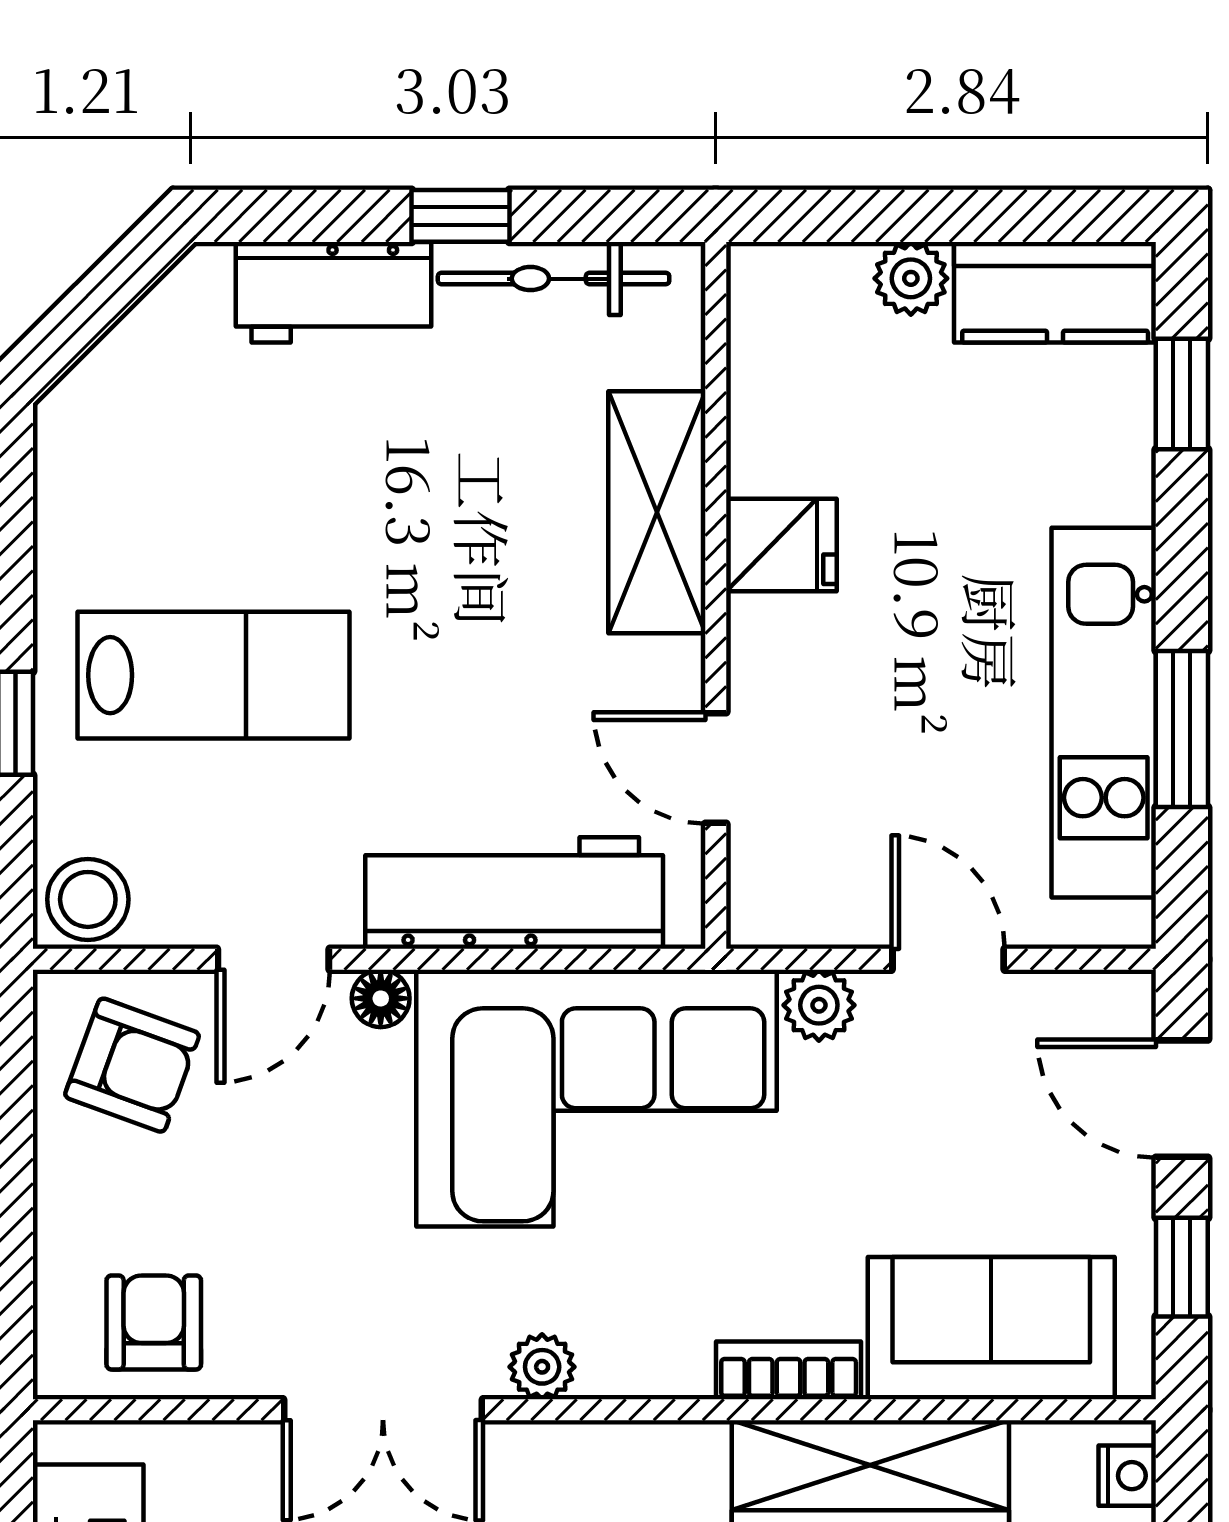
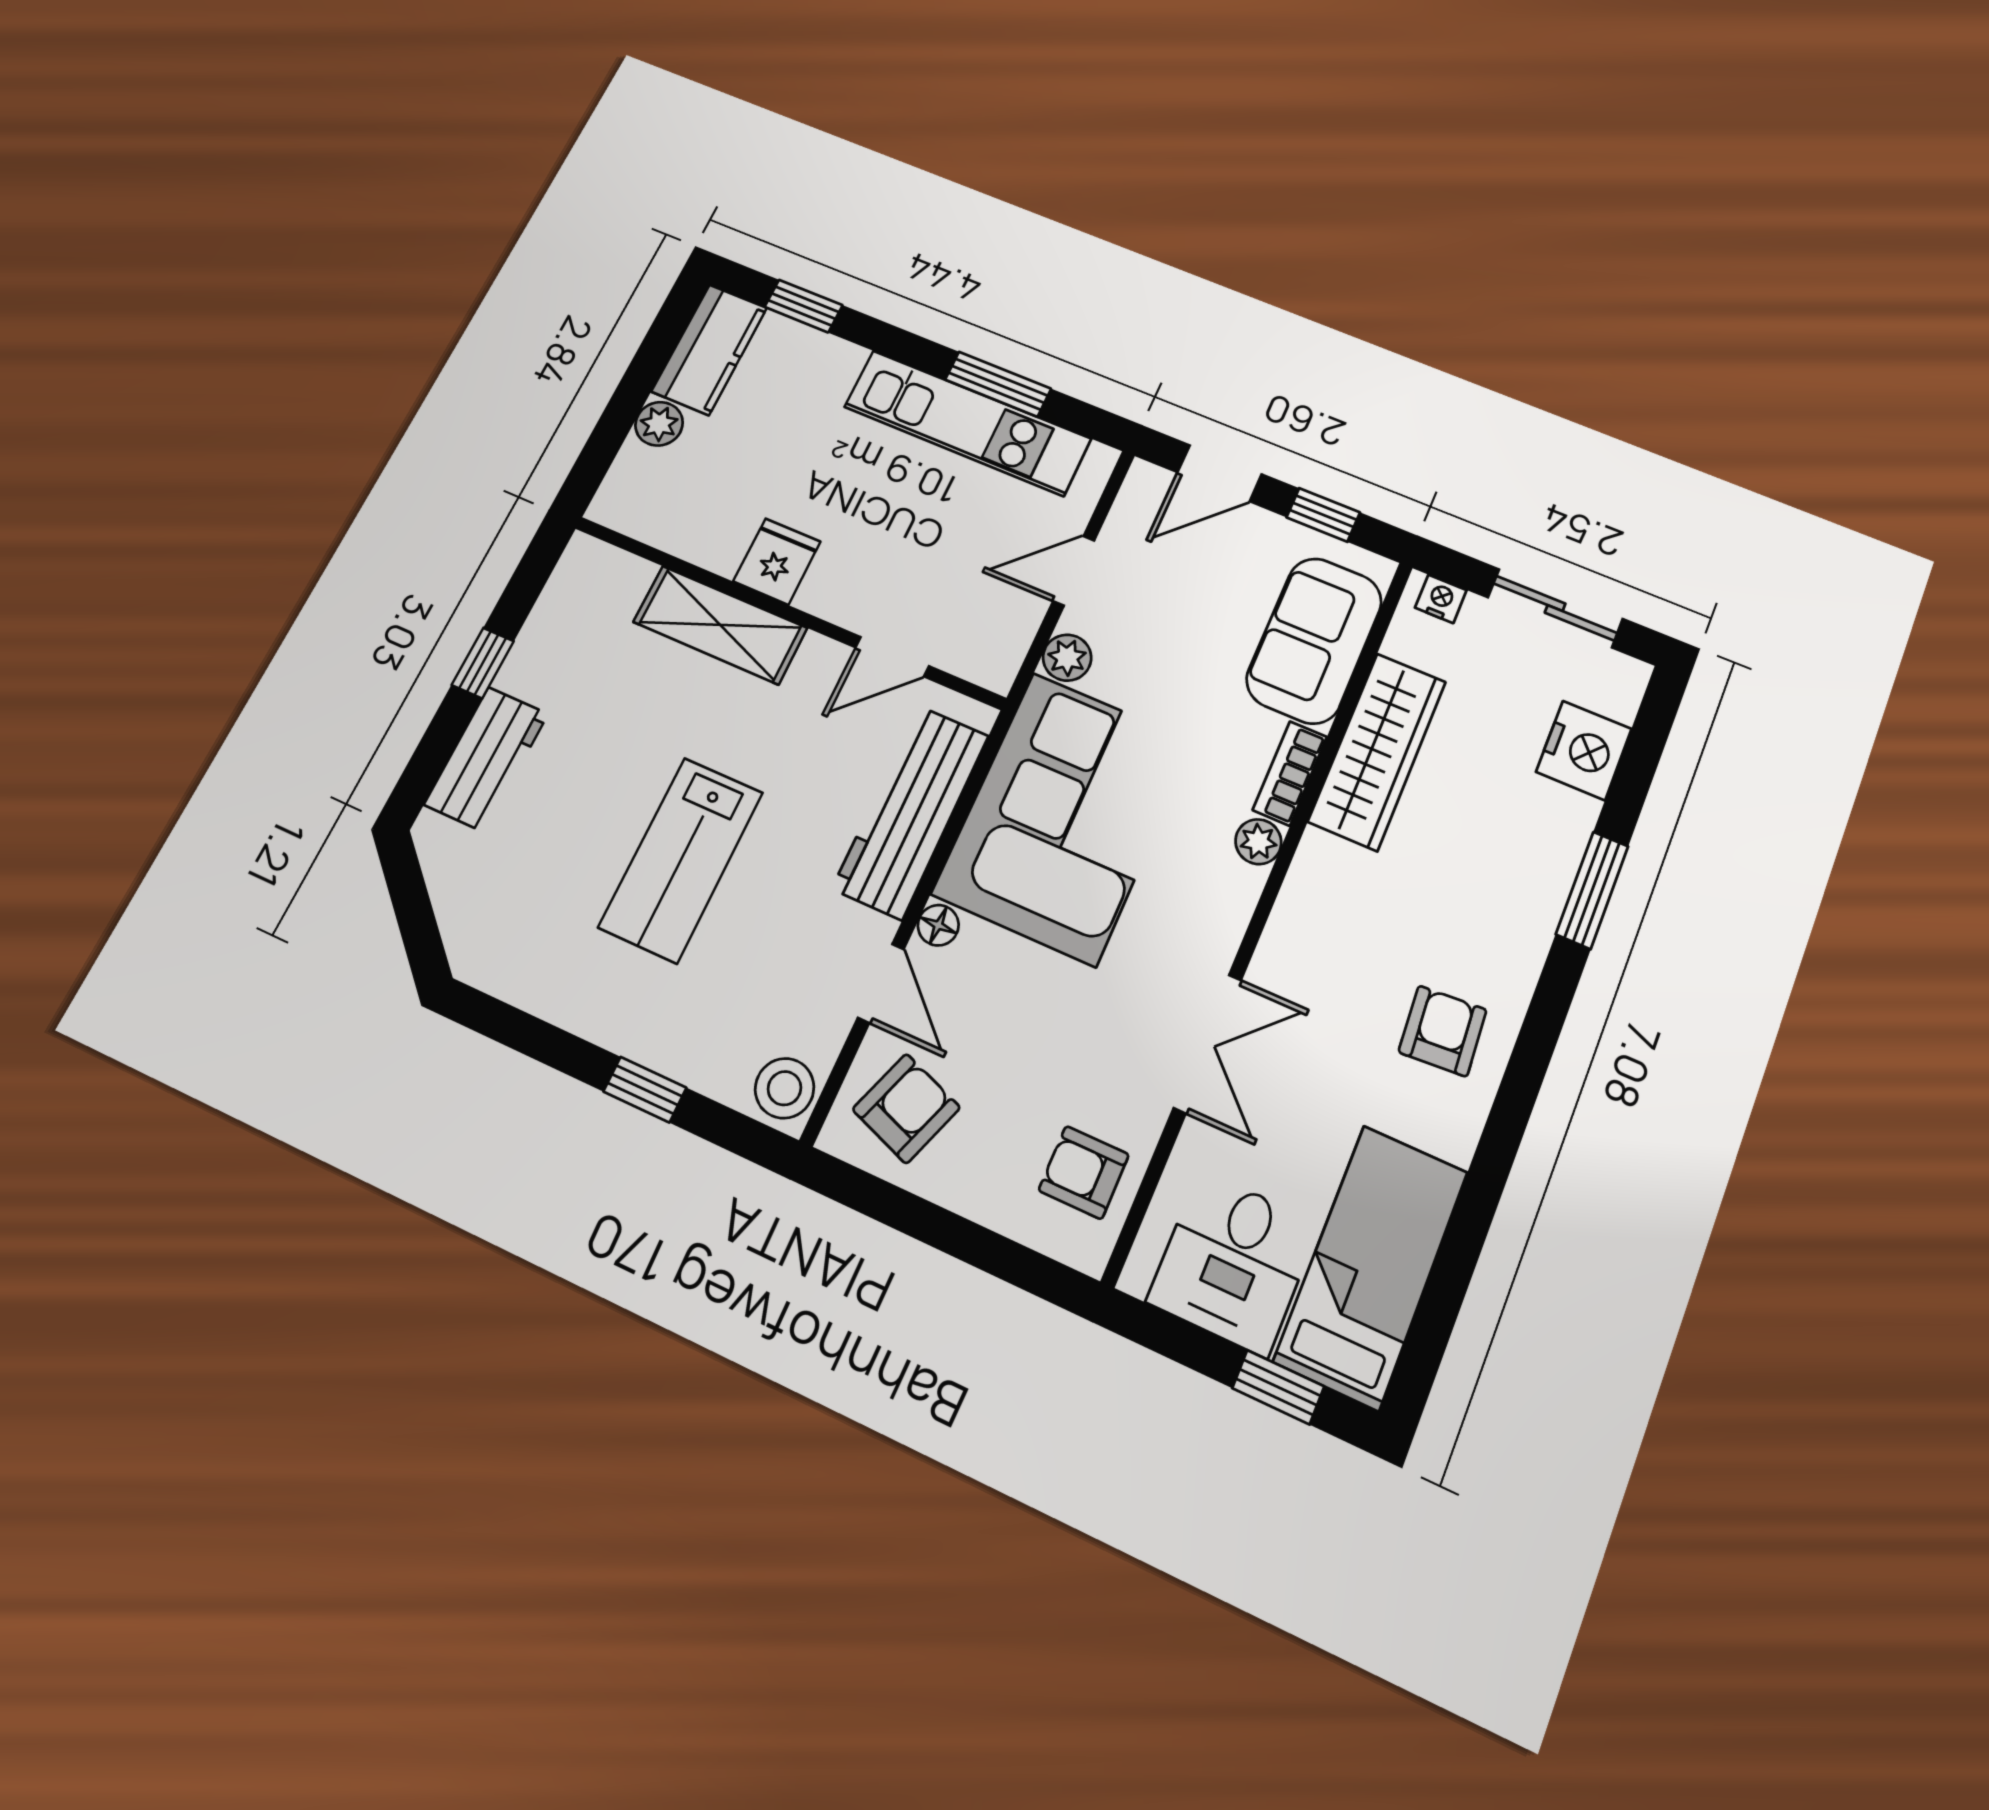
bicycle: (554, 279) -> (549, 625), removed
lab bench: (213, 675) -> (681, 860), moved, turned 180
plant: (542, 1367) -> (1258, 842), moved

